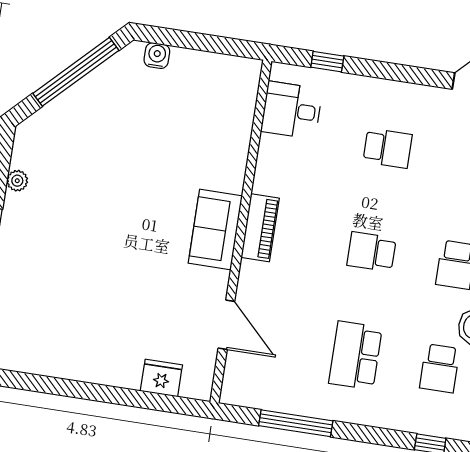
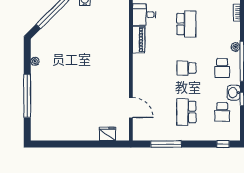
school desk: (388, 148) -> (186, 24), width x1.85
piano: (260, 228) -> (139, 40), moved
sofa: (215, 230) -> (120, 69), removed

